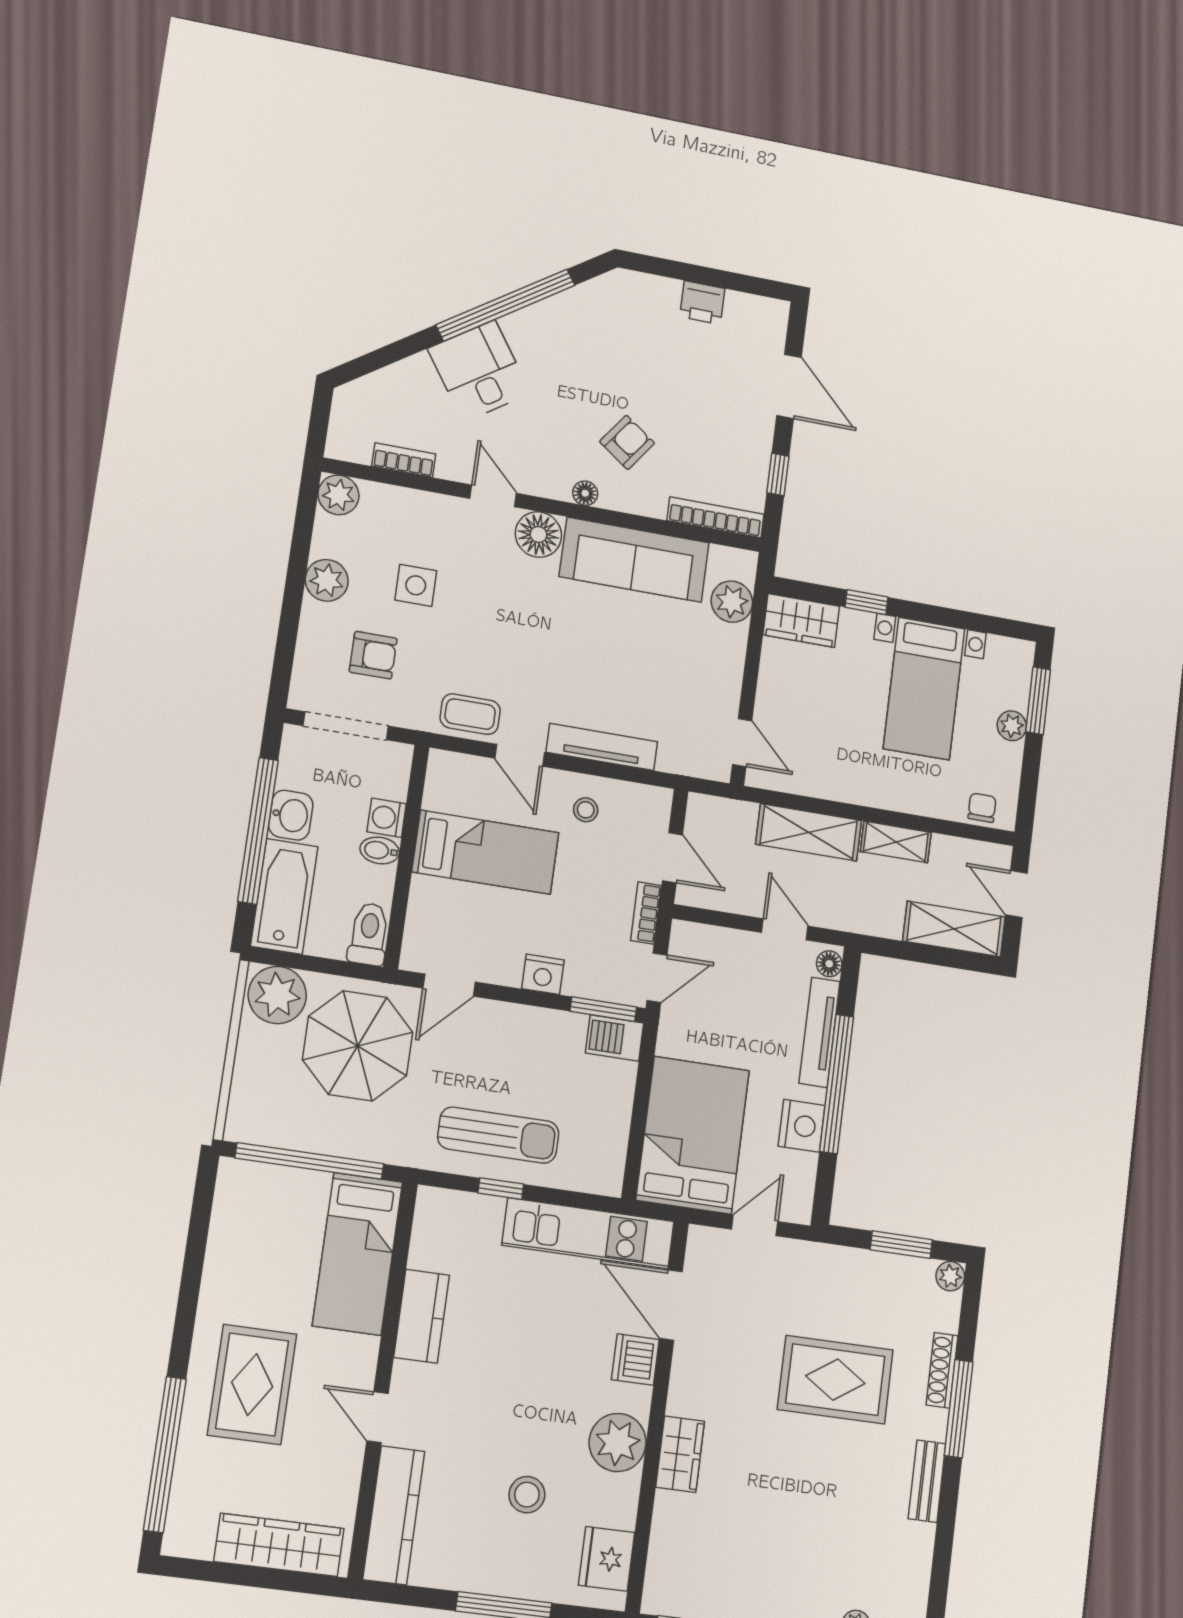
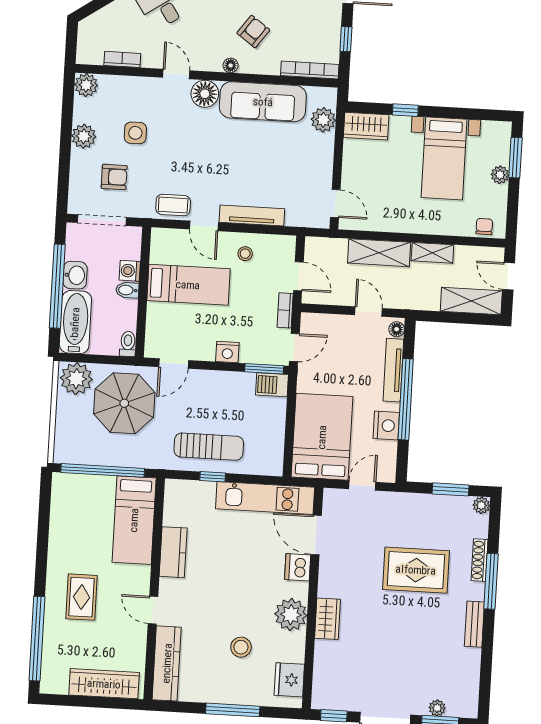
toilet: (369, 934) -> (128, 344), width x0.73, depth x0.72
rug: (252, 1385) -> (81, 597), width x0.73, depth x0.70

